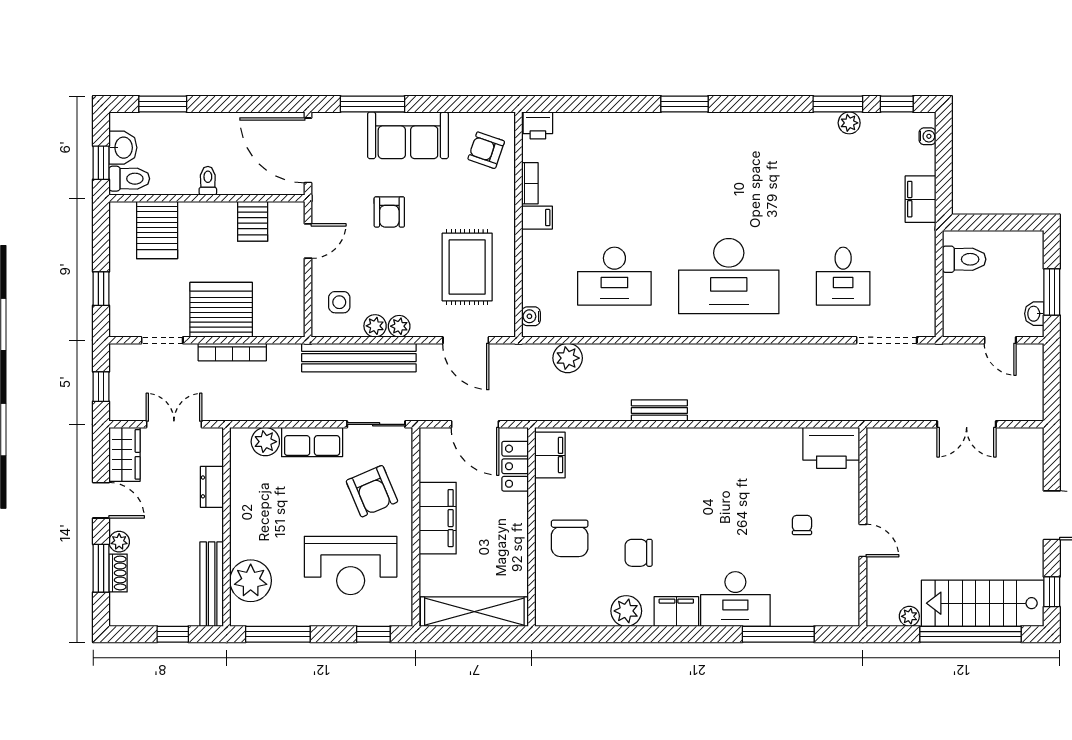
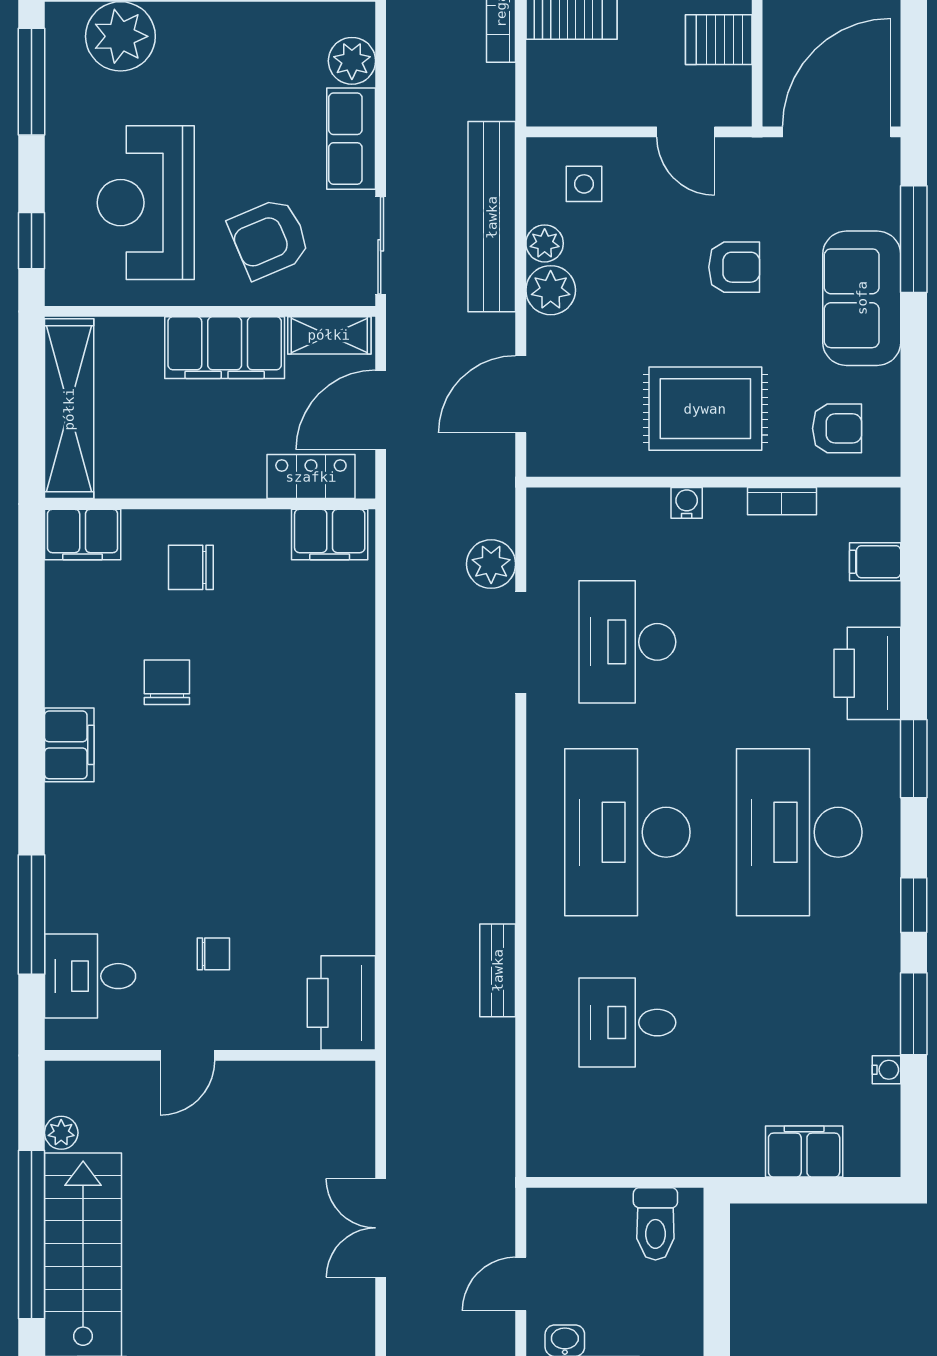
window: (897, 104) -> (914, 905), moved
plant: (849, 123) -> (882, 1033), removed
printer: (538, 125) -> (867, 673), moved, width x1.87, depth x1.48
water cooler: (928, 136) -> (887, 1070), moved, turned -90
armchair: (486, 150) -> (837, 428), turned 71
desk: (729, 173) -> (799, 832), added
filing cabinet: (921, 199) -> (804, 1151), moved
armchair: (389, 212) -> (734, 267), turned 180
filing cabinet: (537, 218) -> (875, 562), moved, turned 90
rug: (467, 267) -> (705, 409), moved
water cooler: (531, 316) -> (687, 503), moved
plant: (399, 326) -> (551, 290), width x1.38, depth x1.38
doorway: (887, 340) -> (521, 642), moved
bench: (659, 410) -> (498, 970), moved
shelving: (430, 455) -> (329, 335), added
chair: (570, 538) -> (191, 567), width x0.73, depth x0.73
desk: (735, 599) -> (90, 976), moved, width x0.73
filing cabinet: (550, 603) -> (83, 535), added
plant: (626, 611) -> (70, 661), removed

